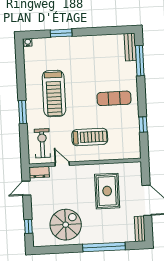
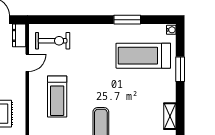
shelving: (102, 40) -> (170, 116), added
treadmill: (54, 93) -> (143, 56), moved
window: (23, 112) -> (127, 20), moved

